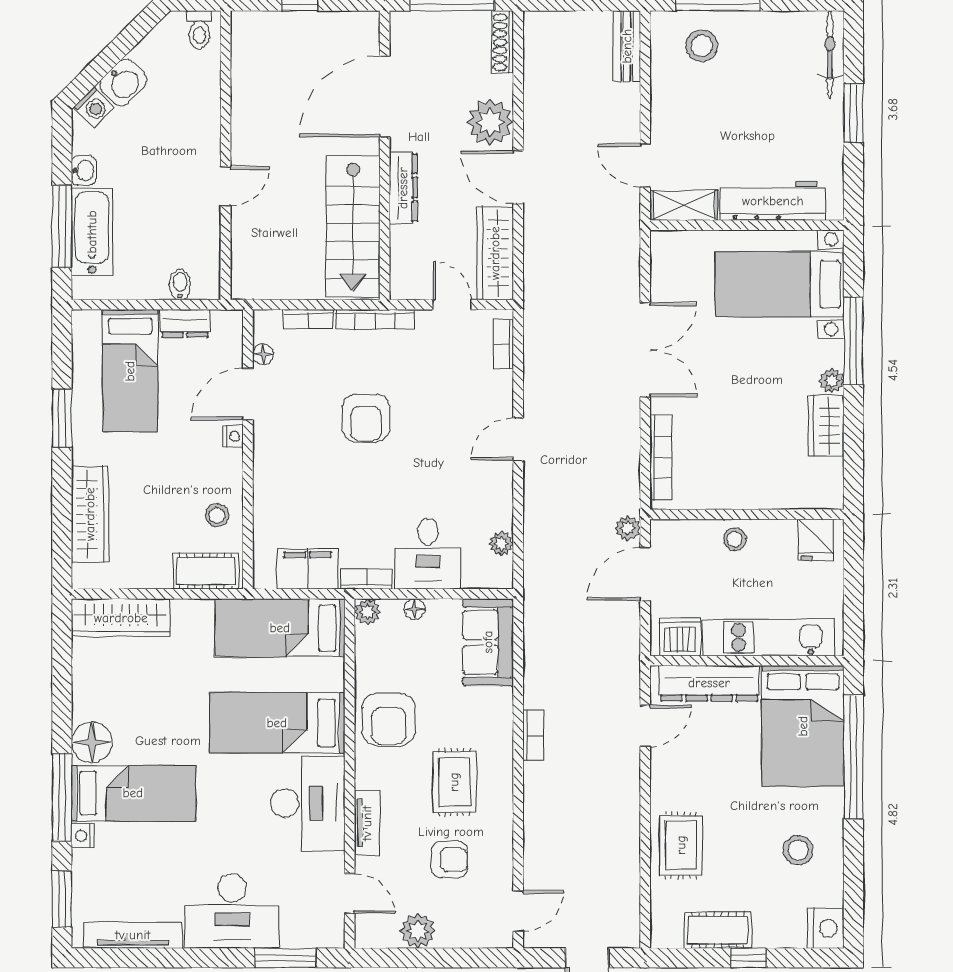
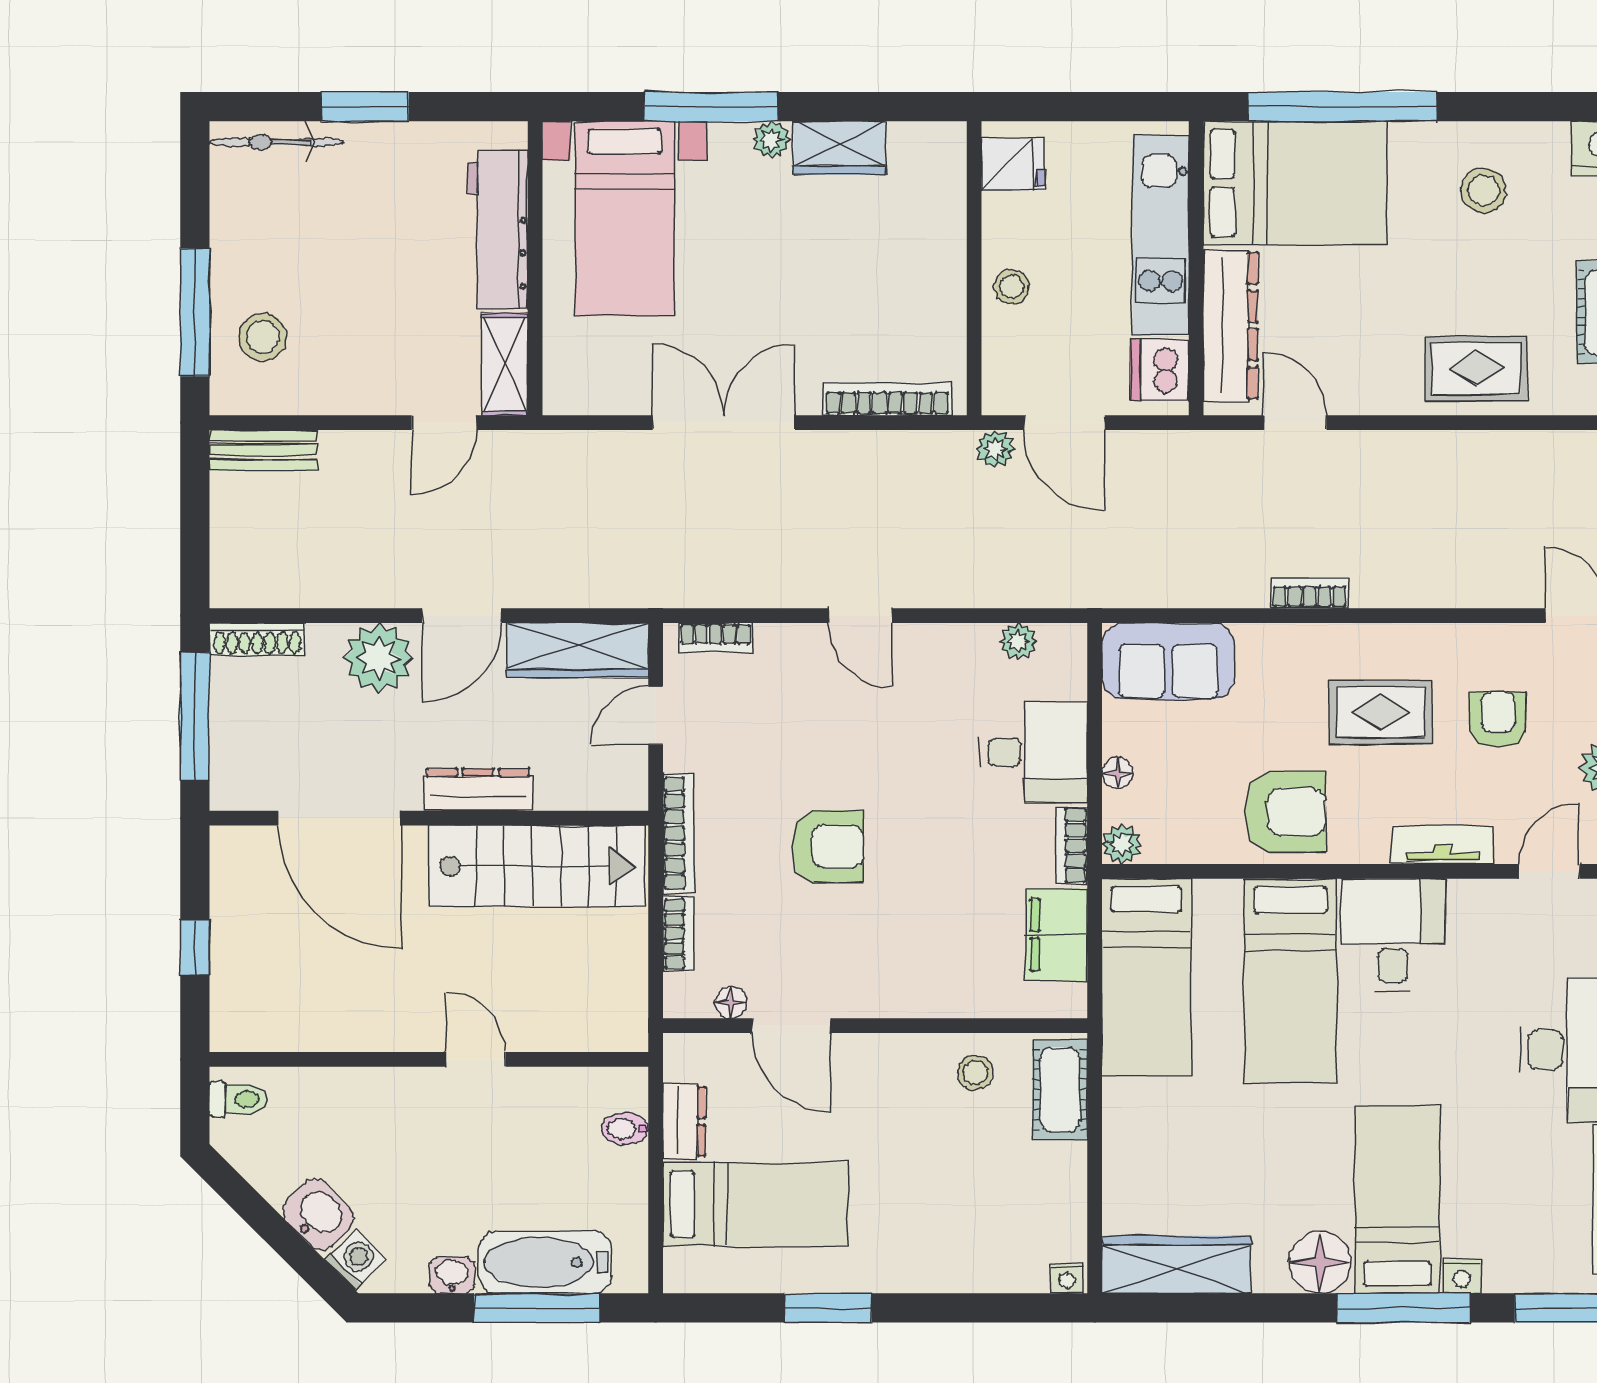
nightstand: (233, 436) -> (1067, 1278), moved, turned 180
wardrobe: (90, 514) -> (974, 1265), removed
wardrobe: (121, 618) -> (1177, 1265), moved, turned -90
desk: (308, 803) -> (1393, 935), width x0.73

